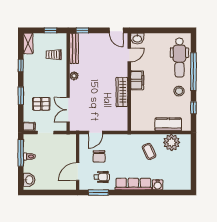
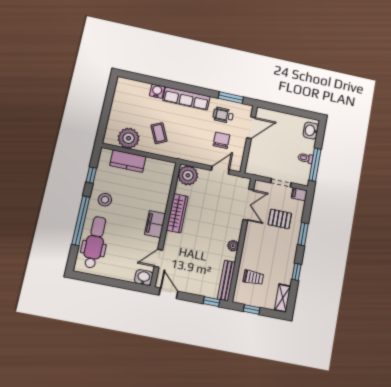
plant: (120, 123) -> (188, 175), added

